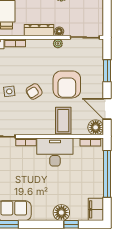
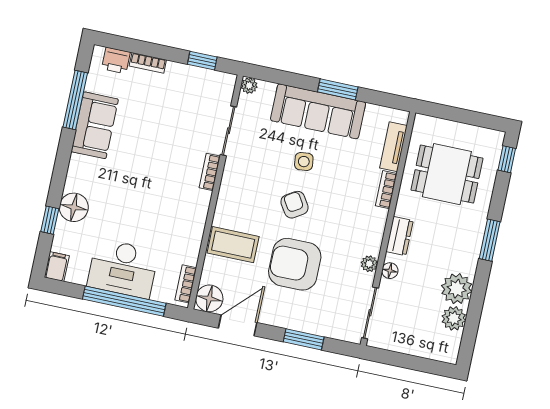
dresser: (39, 30) -> (399, 236), width x0.70
desk: (55, 152) -> (123, 269), moved, turned 90
filing cabinet: (96, 209) -> (57, 267), width x0.50

